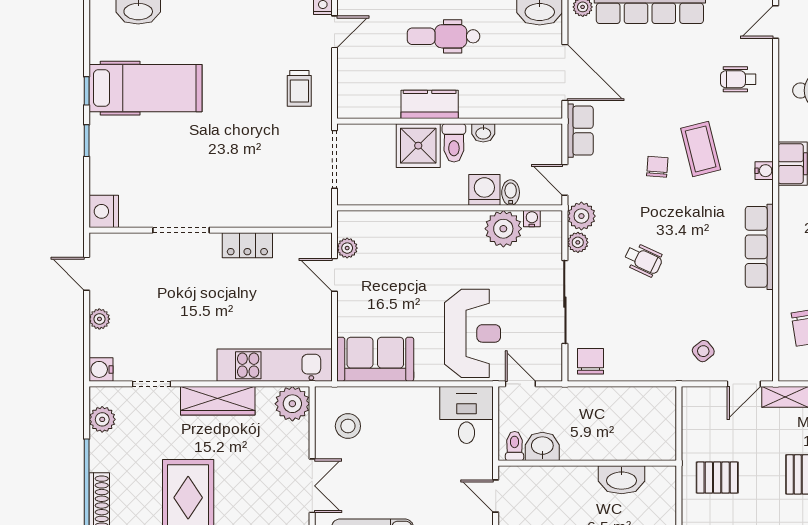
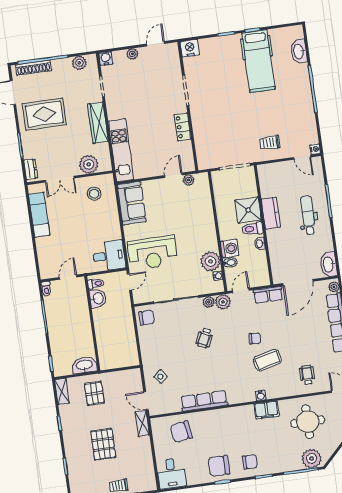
row of seats: (759, 247) -> (204, 401), moved
plant: (292, 404) -> (89, 164), moved
washbasin: (622, 480) -> (84, 365), moved, turned 90

